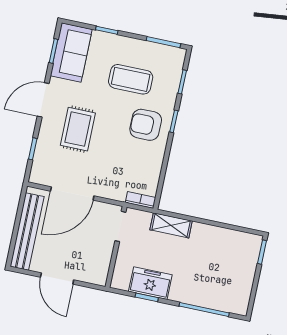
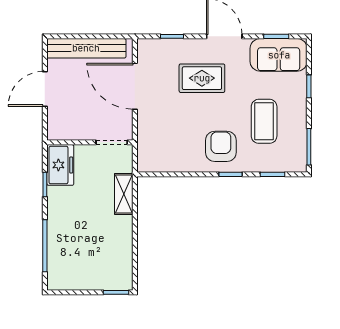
bookcase: (141, 200) -> (143, 157), removed
freezer: (150, 283) -> (60, 165), moved

